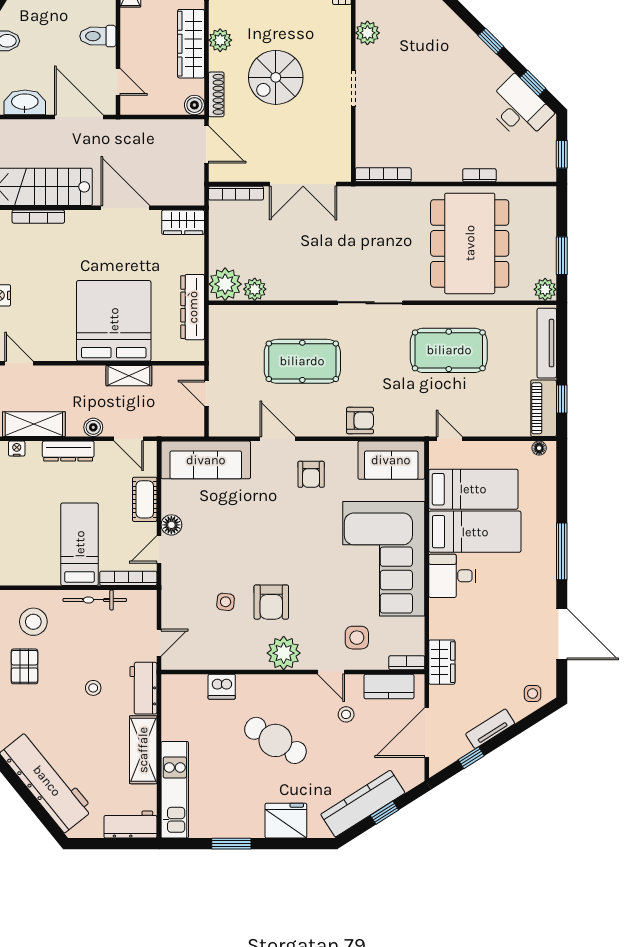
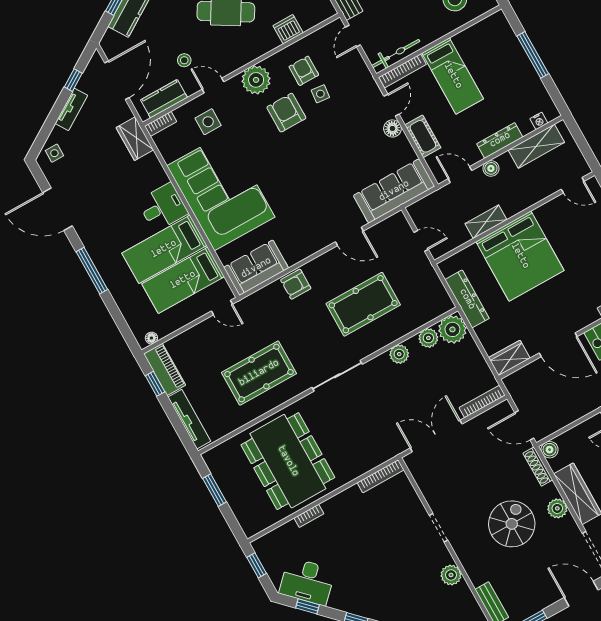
spiral stairs: (276, 77) -> (512, 524), moved
plant: (545, 289) -> (399, 354), moved
armchair: (311, 474) -> (304, 71), moved
bicycle: (95, 600) -> (396, 54), moved

